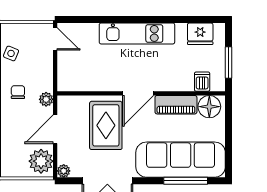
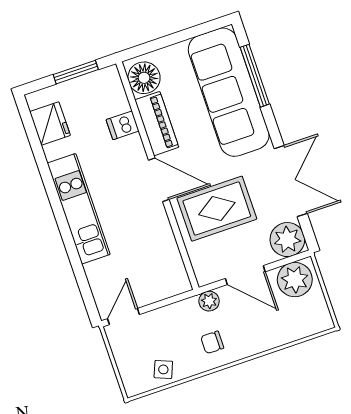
dishwasher: (202, 82) -> (123, 125), moved
plant: (64, 171) -> (287, 240), width x1.88, depth x1.88

